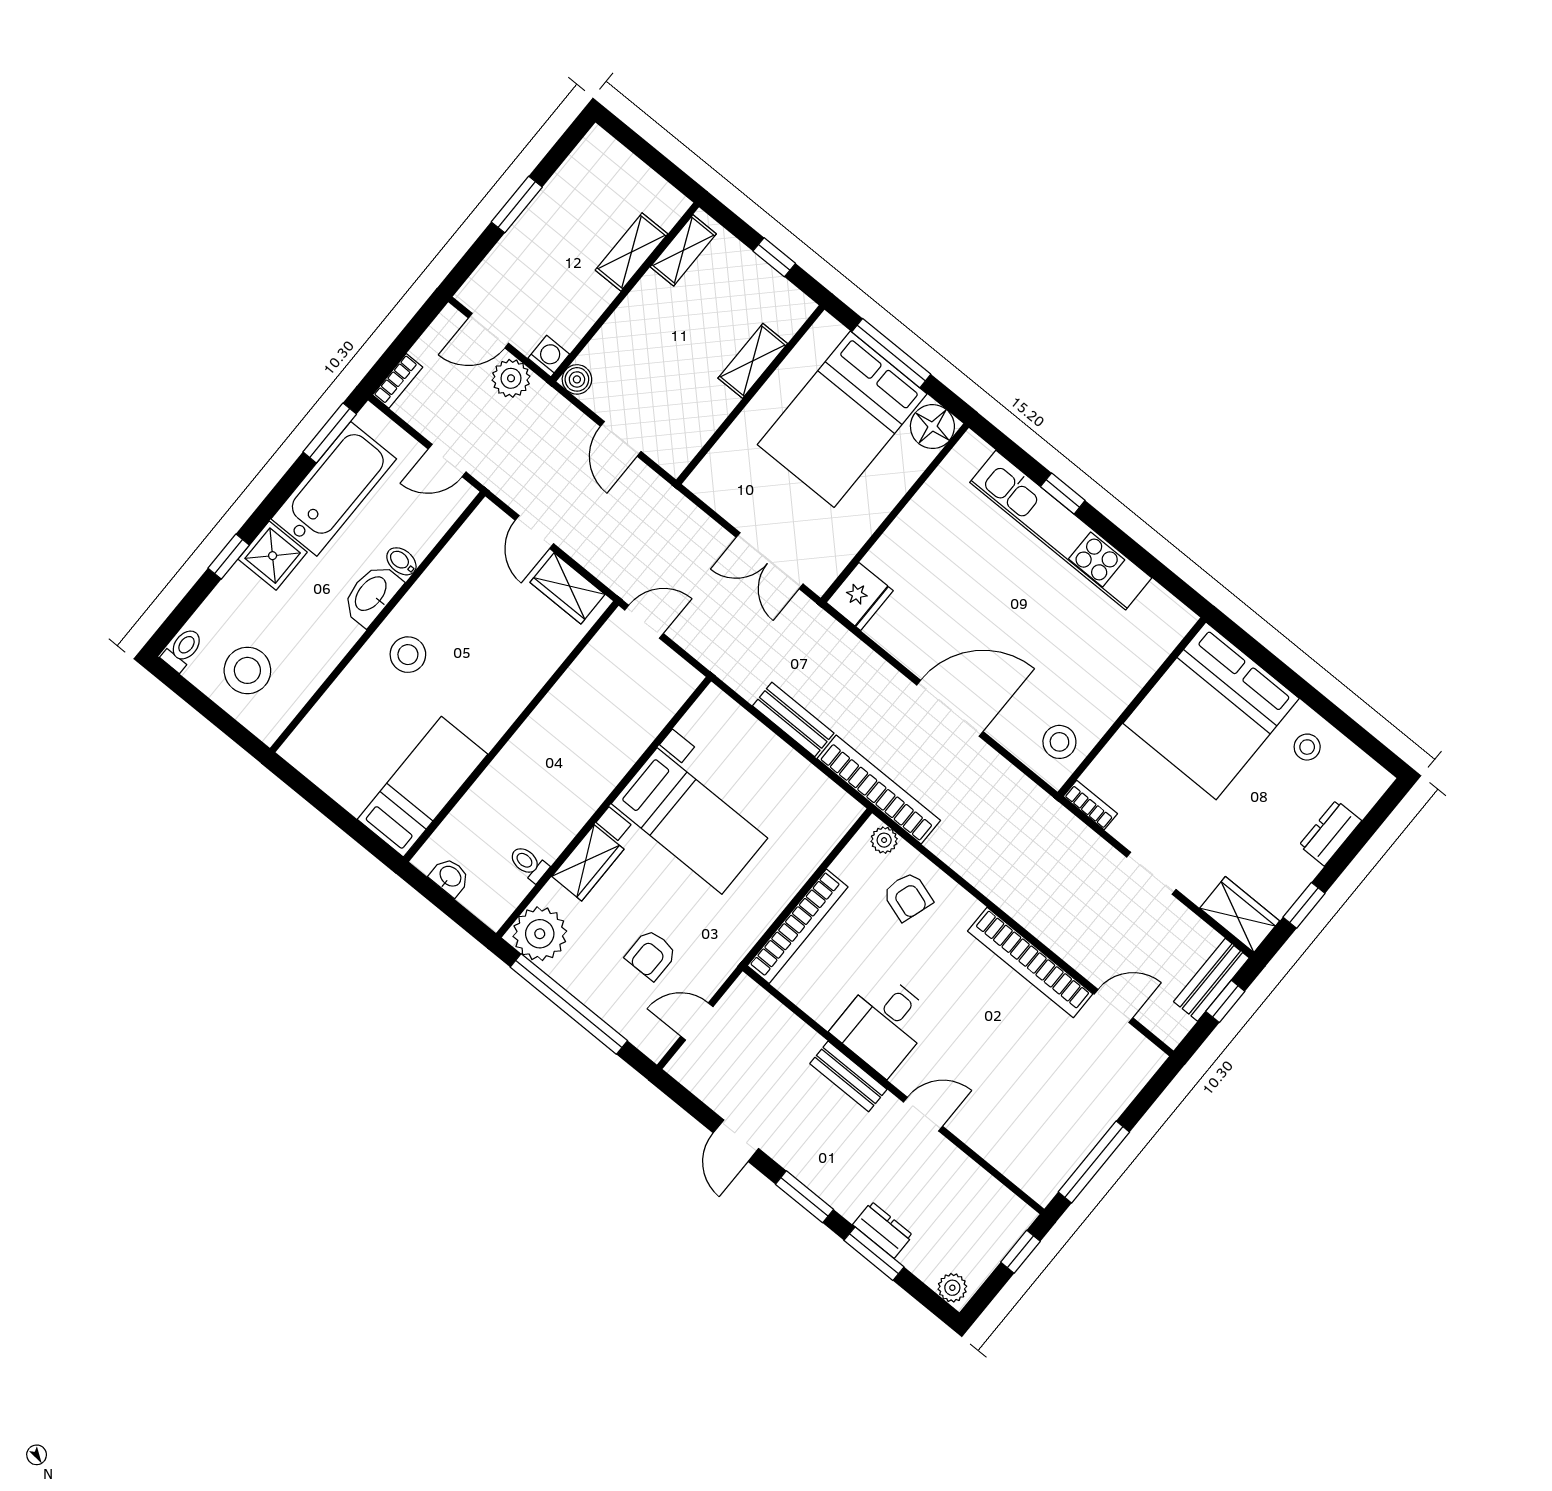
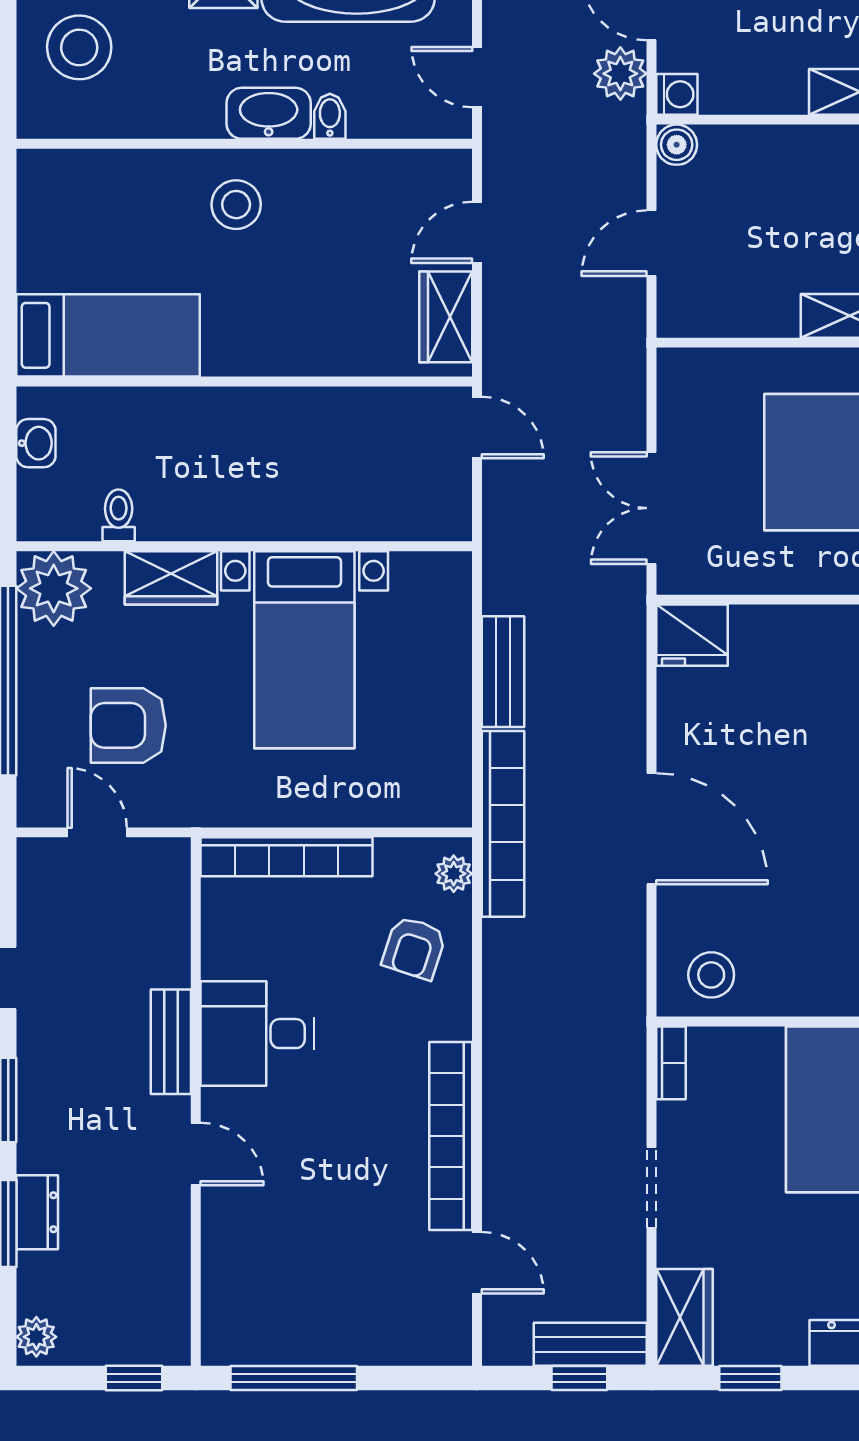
armchair: (651, 955) -> (128, 725), width x1.38, depth x1.38

